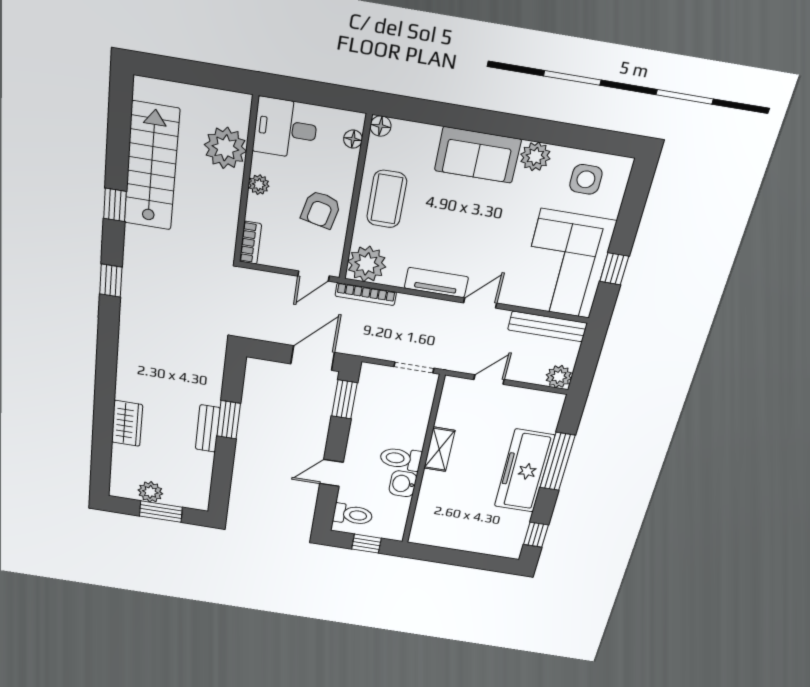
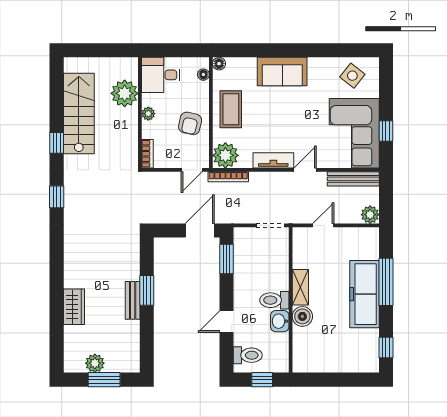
plant: (535, 157) -> (318, 67), removed
side table: (586, 179) -> (352, 76), turned 38
boiler: (434, 483) -> (302, 316), added

